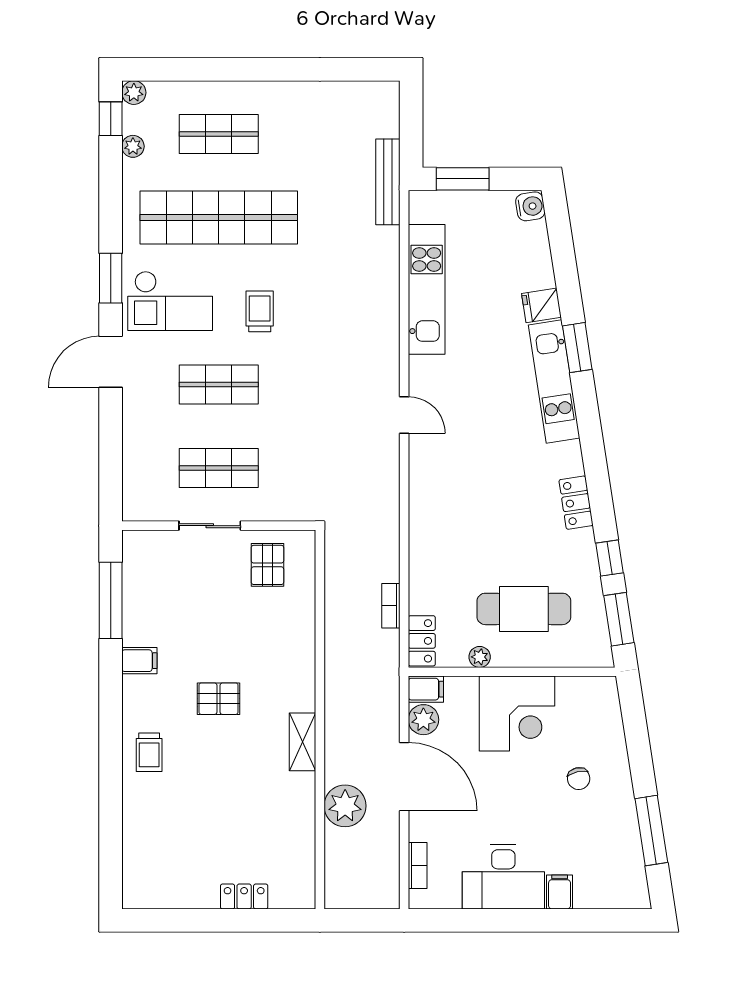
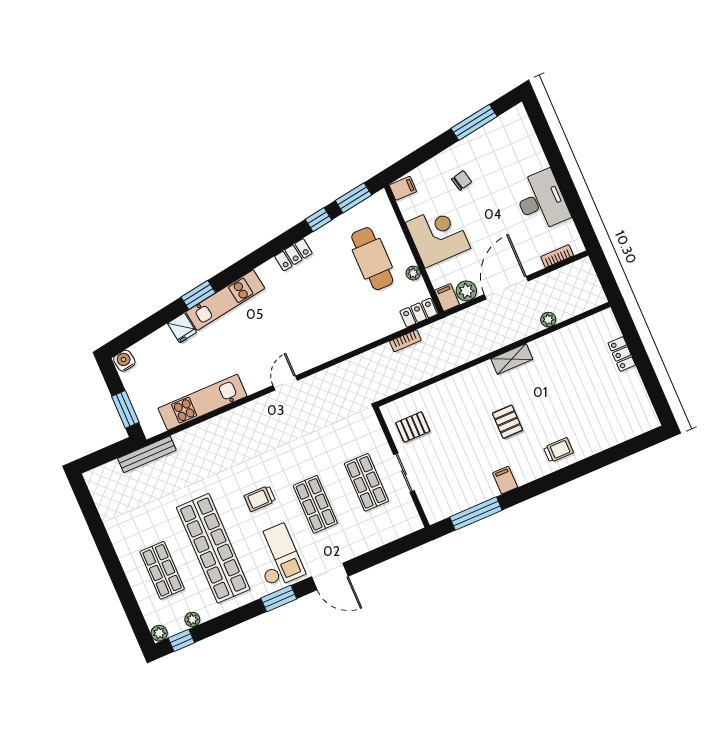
plant: (345, 806) -> (548, 320), width x0.53, depth x0.53
filing cabinet: (560, 892) -> (403, 188), moved, turned 180

